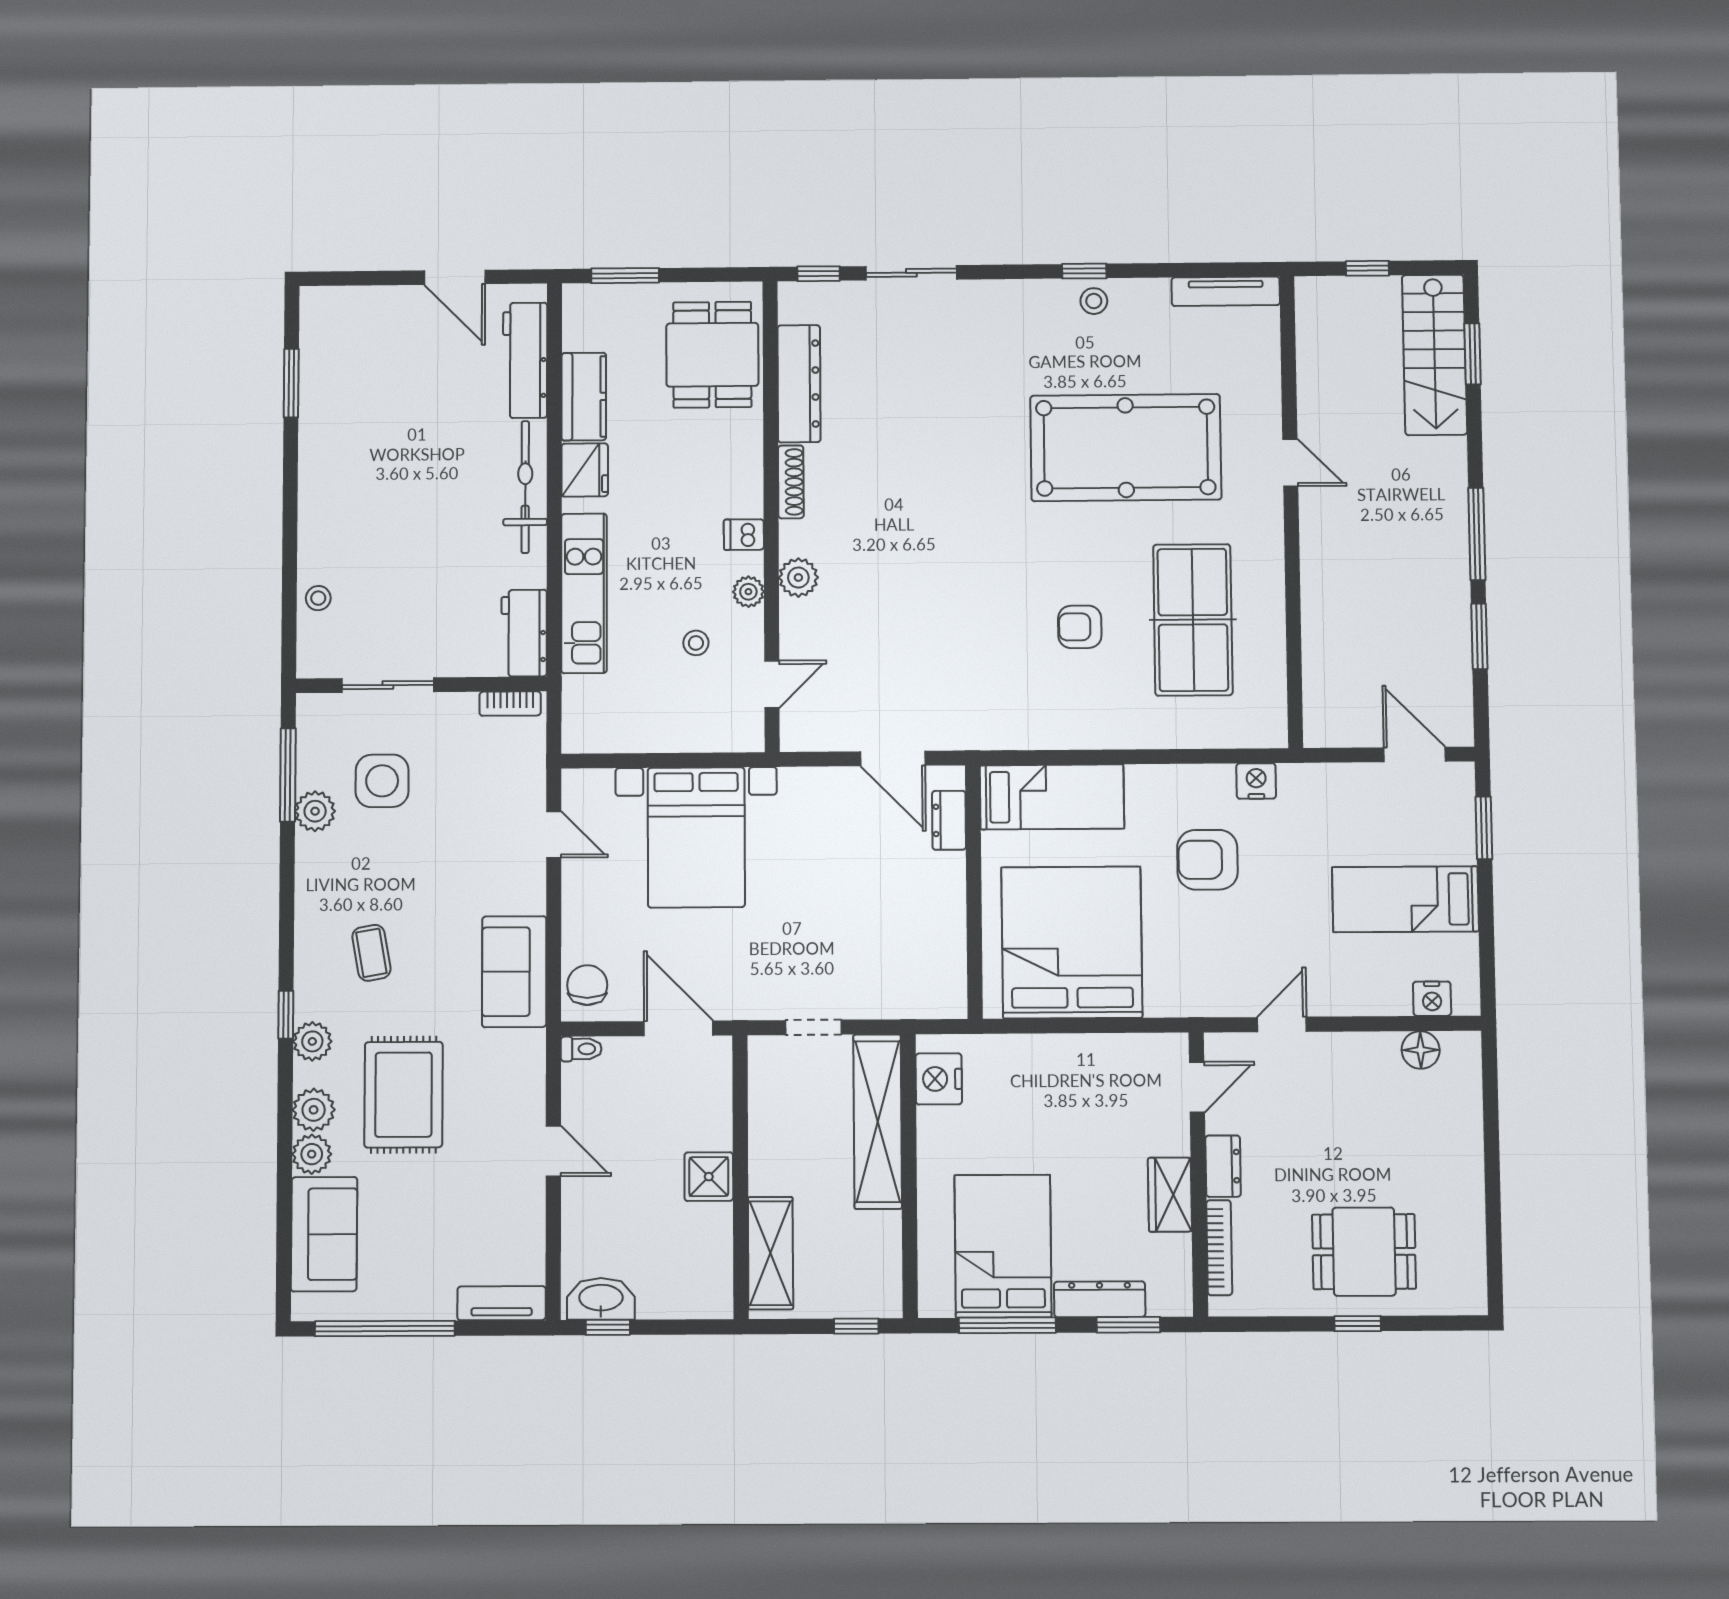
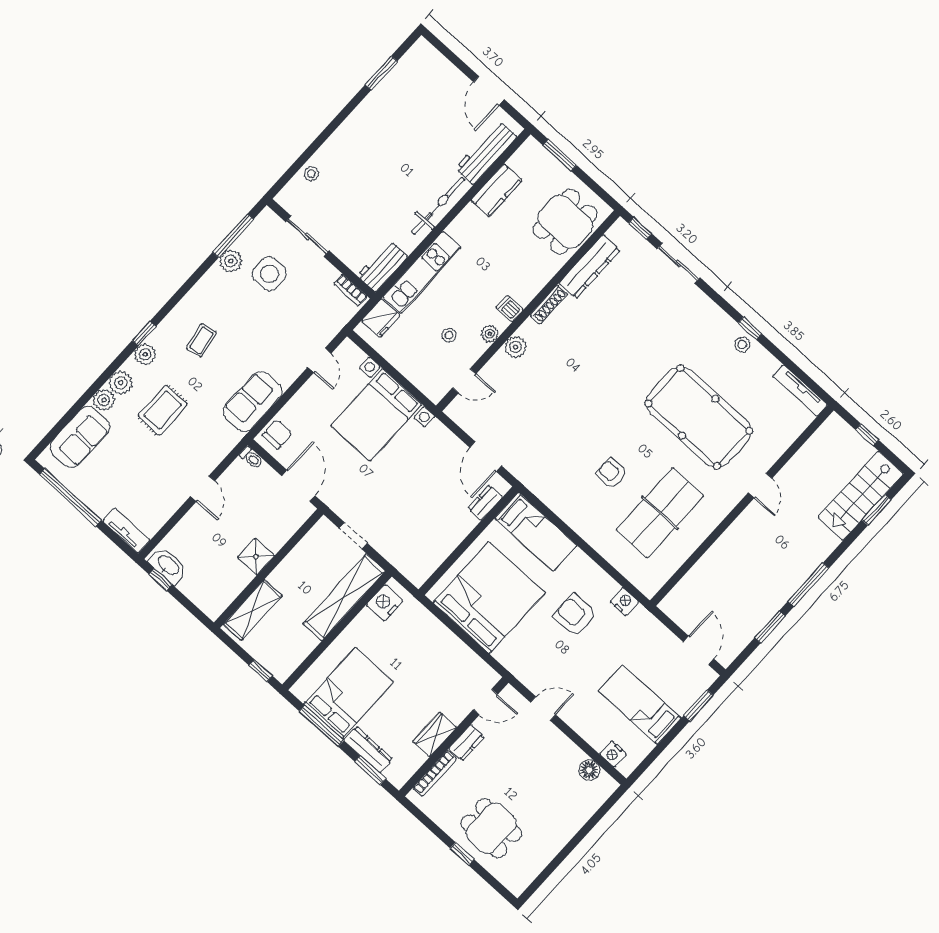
fridge: (585, 470) -> (381, 318), moved
rug: (404, 1095) -> (163, 410), width x0.73, depth x0.70

